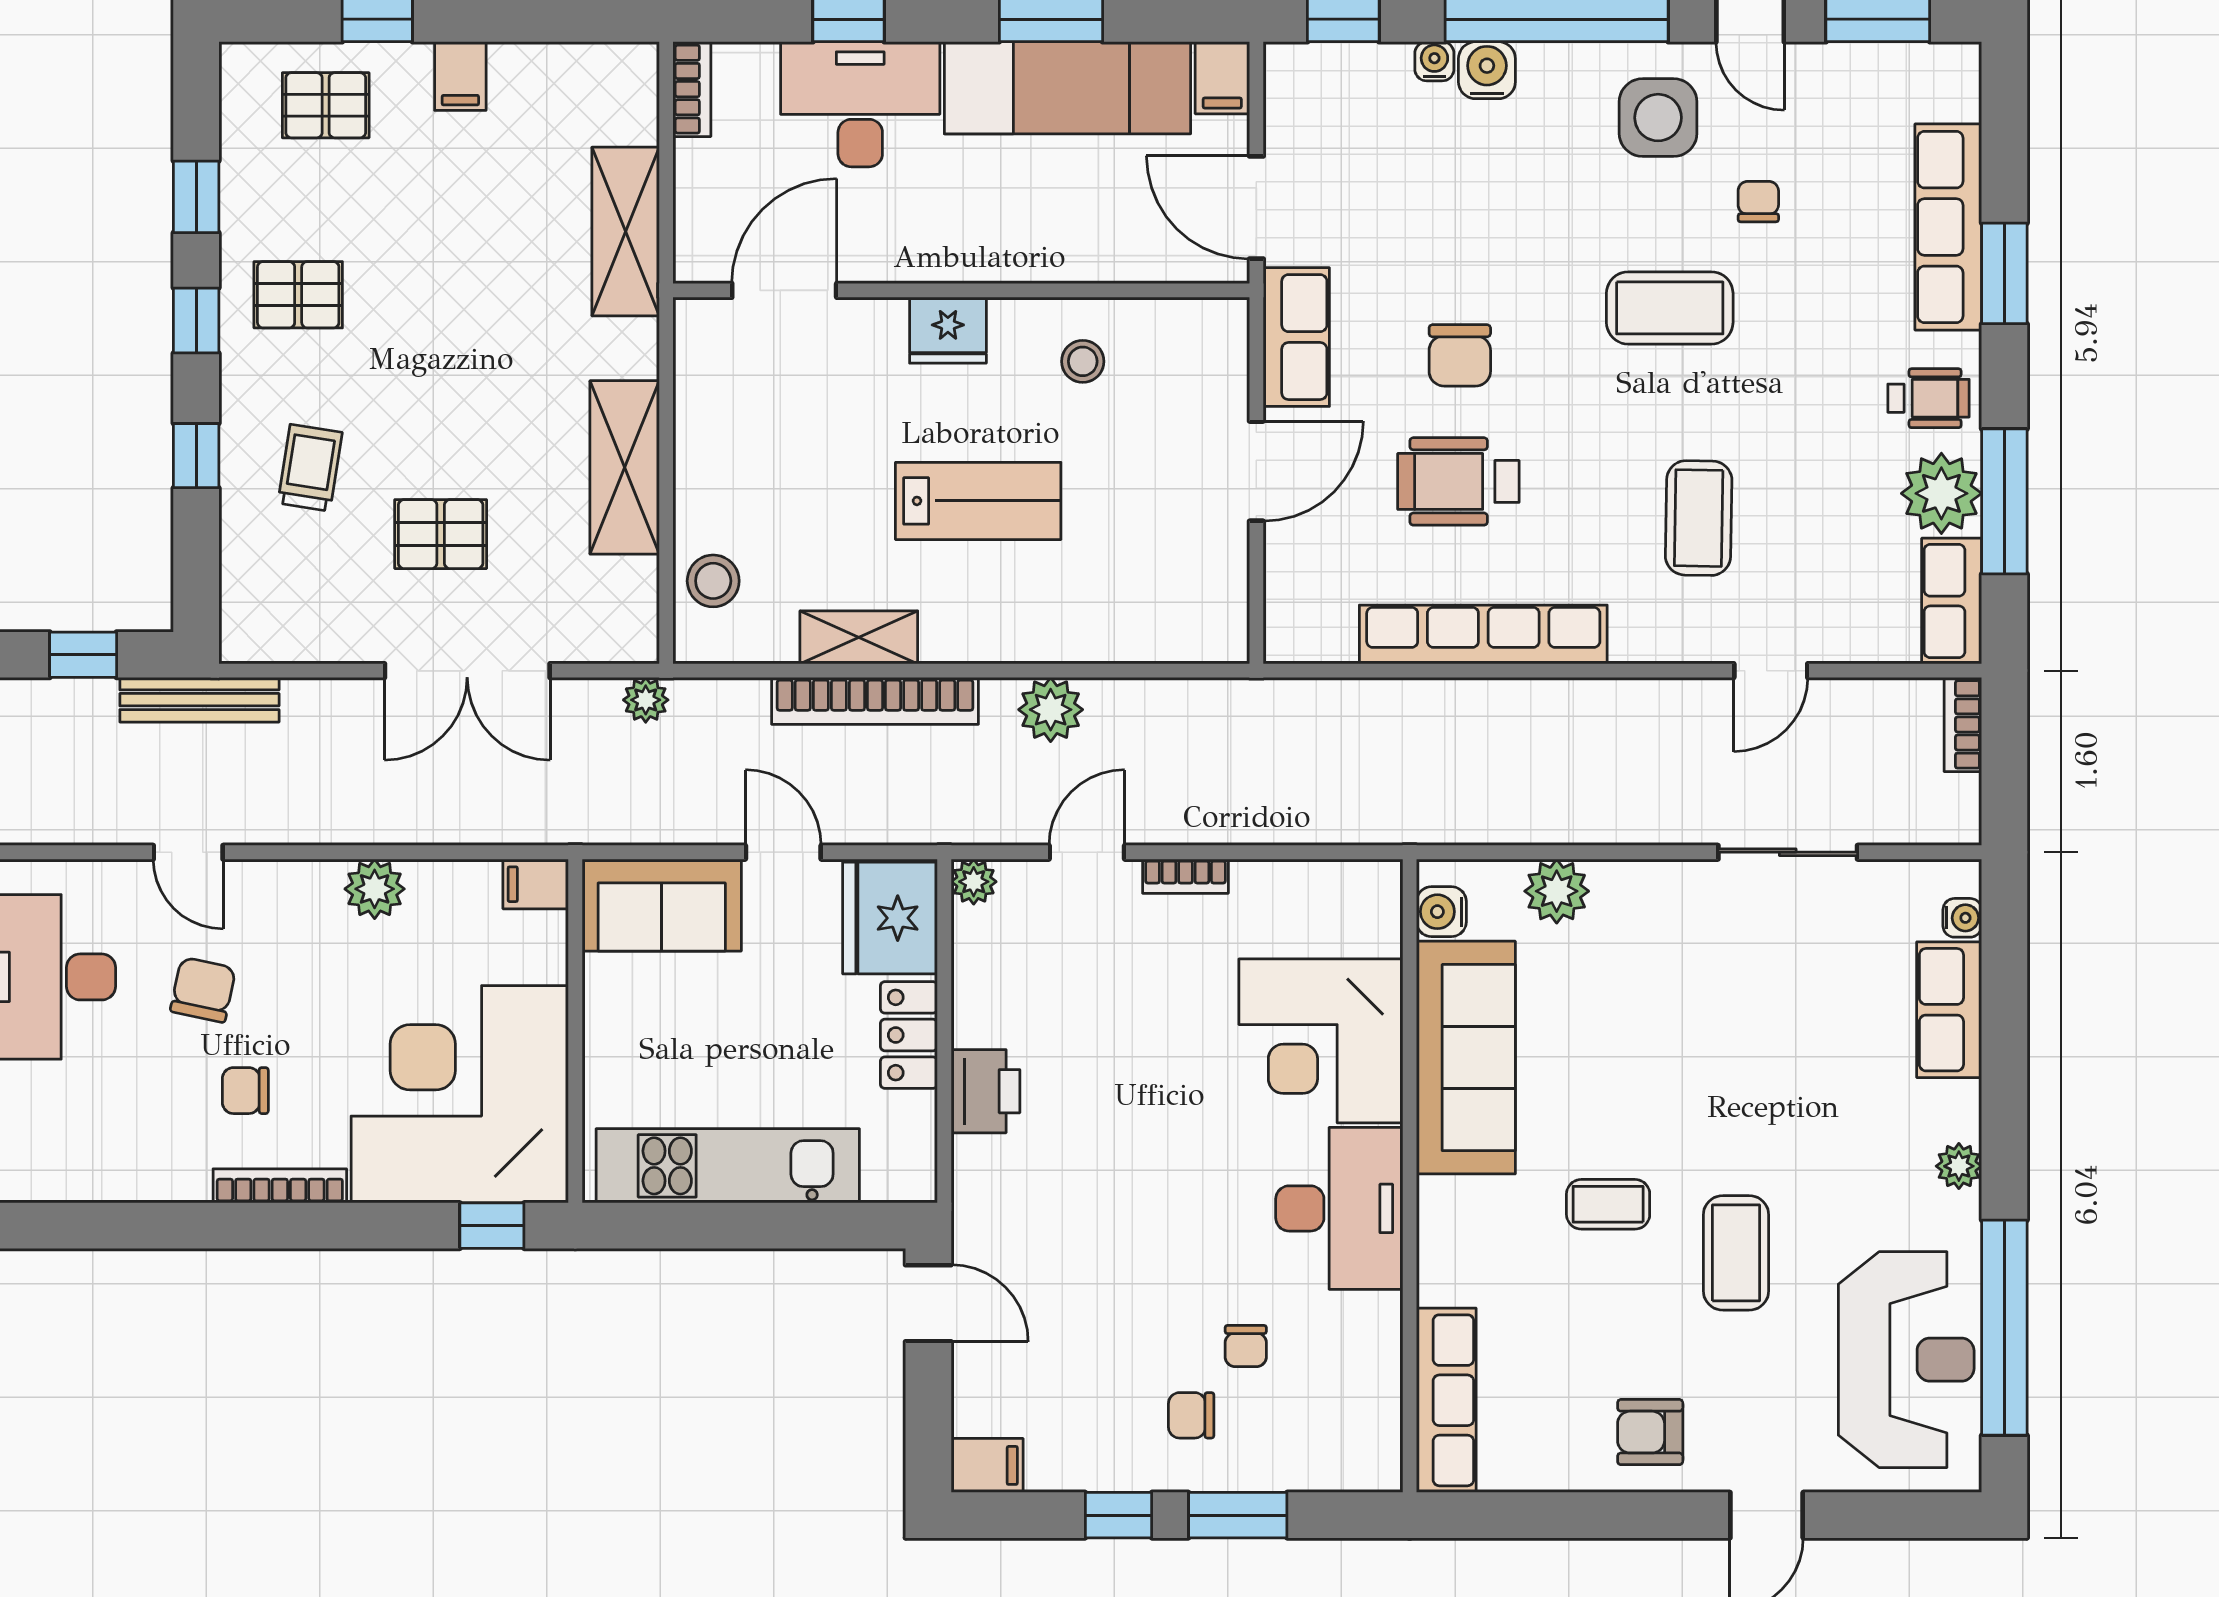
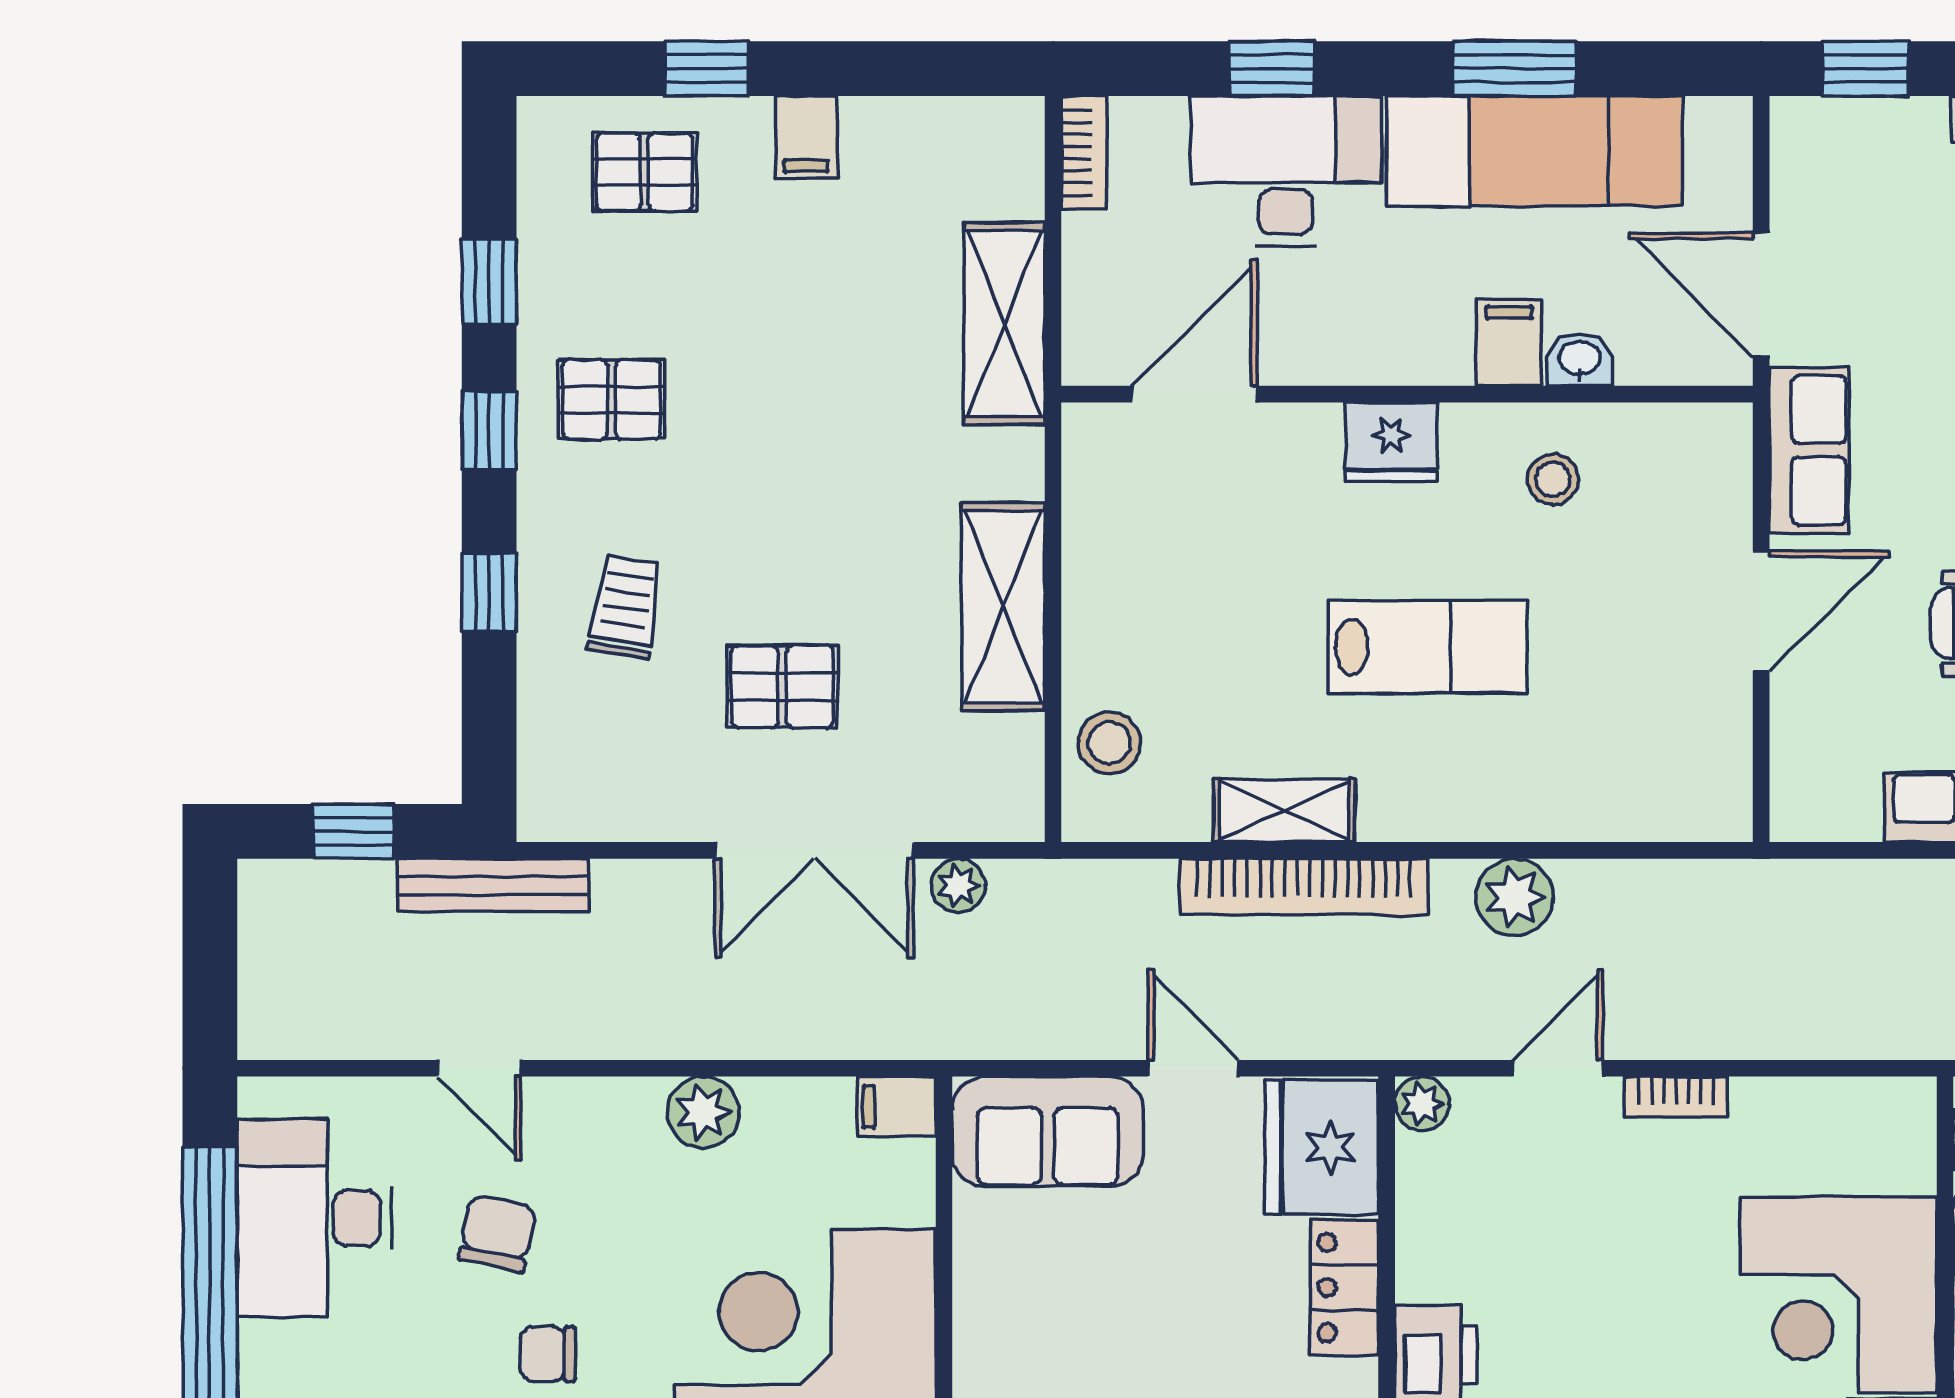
filing cabinet: (1222, 78) -> (1509, 343), moved, turned 180
washbasin: (1105, 262) -> (1580, 360), added
plant: (646, 700) -> (958, 886), moved

